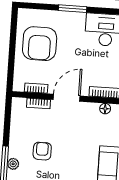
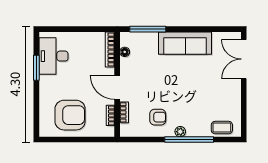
window: (73, 9) -> (36, 68), moved
armchair: (42, 151) -> (158, 117), moved, turned 180

